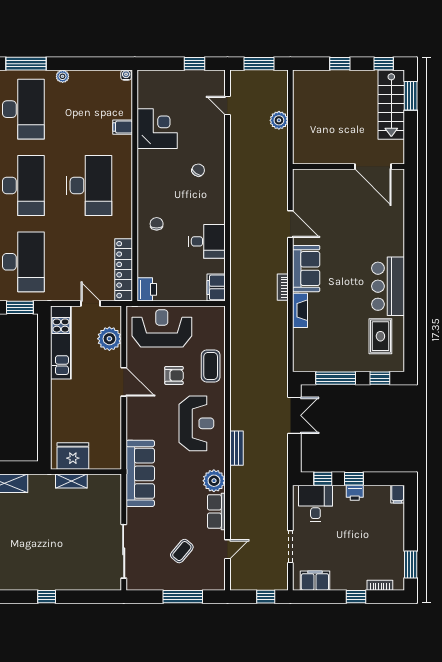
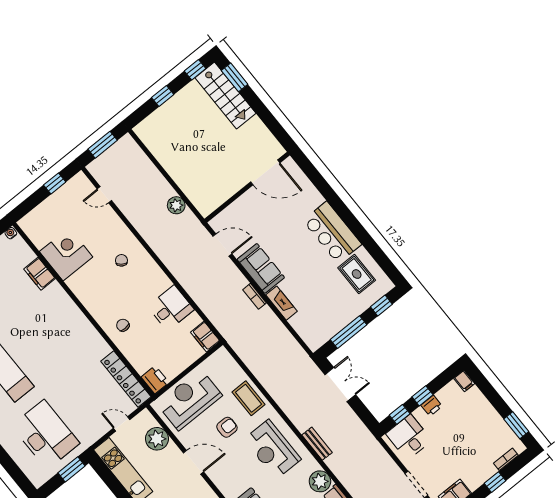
plant: (279, 120) -> (176, 205), moved
filing cabinet: (123, 127) -> (40, 274), width x2.00
wall: (349, 167) -> (247, 187), moved
door: (373, 167) -> (265, 172), moved
desk: (89, 185) -> (50, 337), removed
reception desk: (196, 423) -> (272, 449), turned 180

